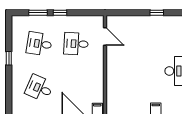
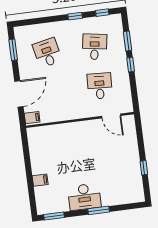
window: (9, 33) -> (102, 13), added
door: (105, 37) -> (111, 116), hinge flipped
desk: (39, 88) -> (47, 53), turned -36

